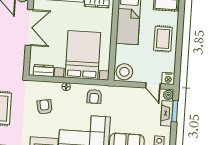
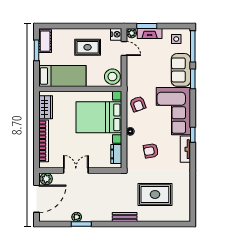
double door: (29, 27) -> (76, 170), width x0.73
rug: (163, 39) -> (88, 47), moved
door: (153, 86) -> (124, 48), hinge flipped
armchair: (94, 96) -> (138, 104), turned 70

